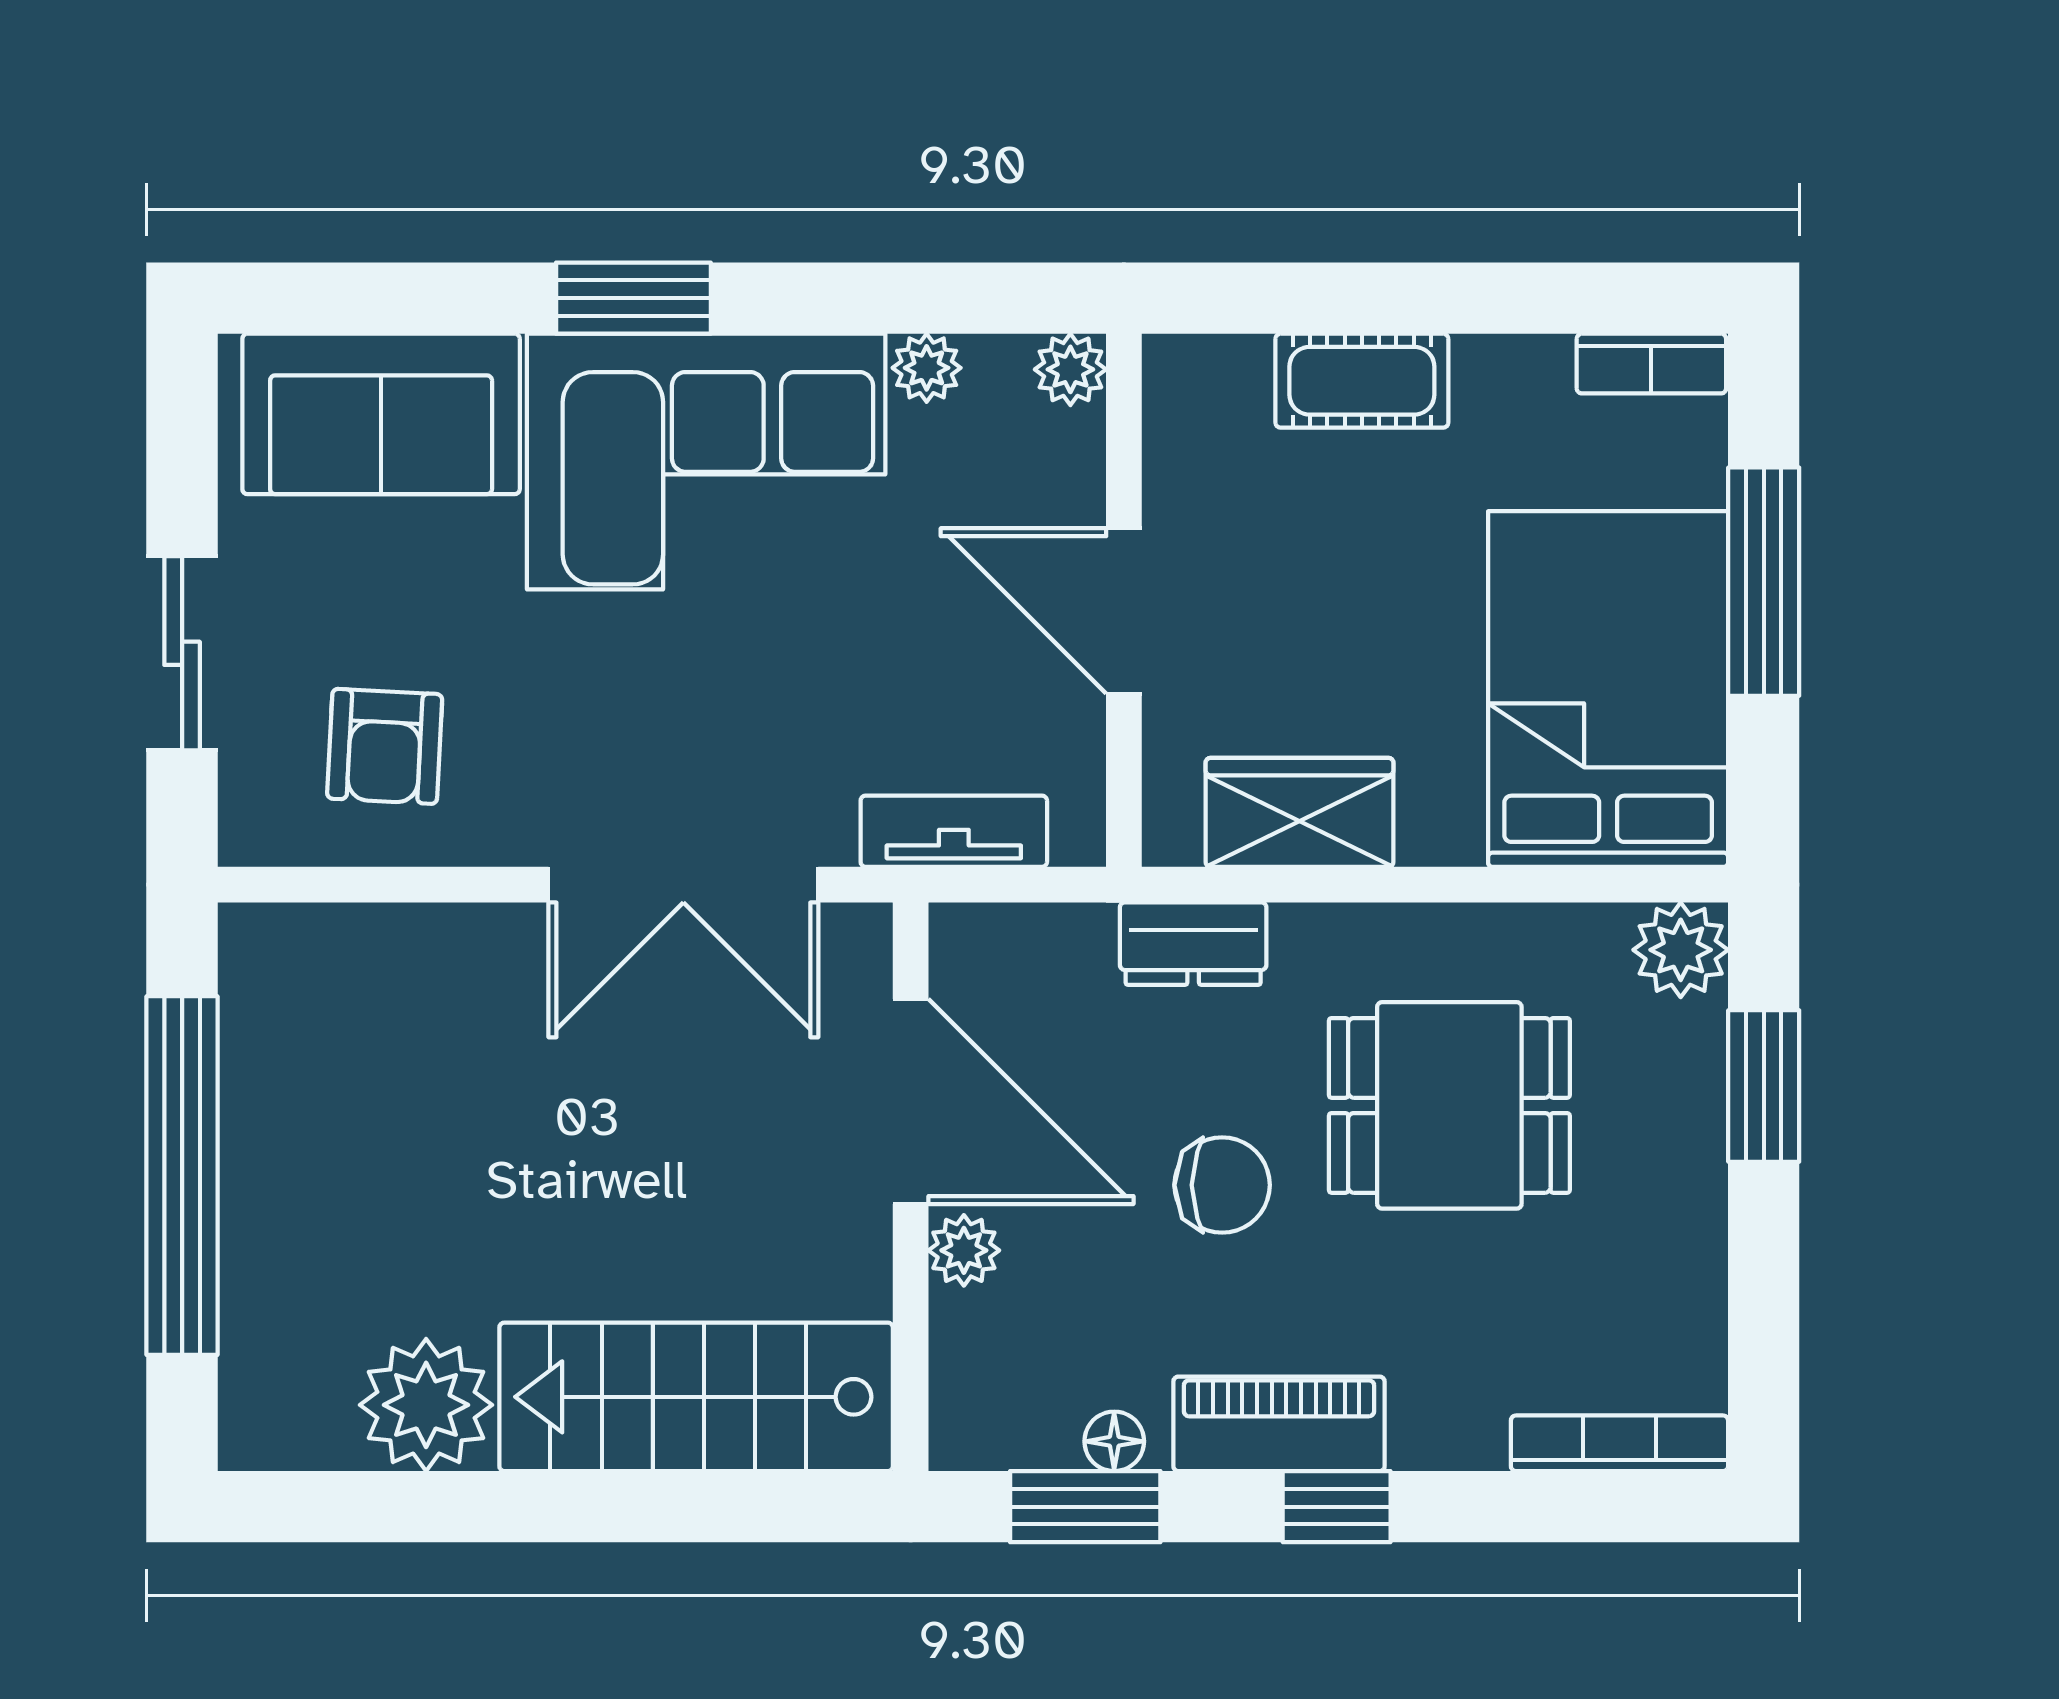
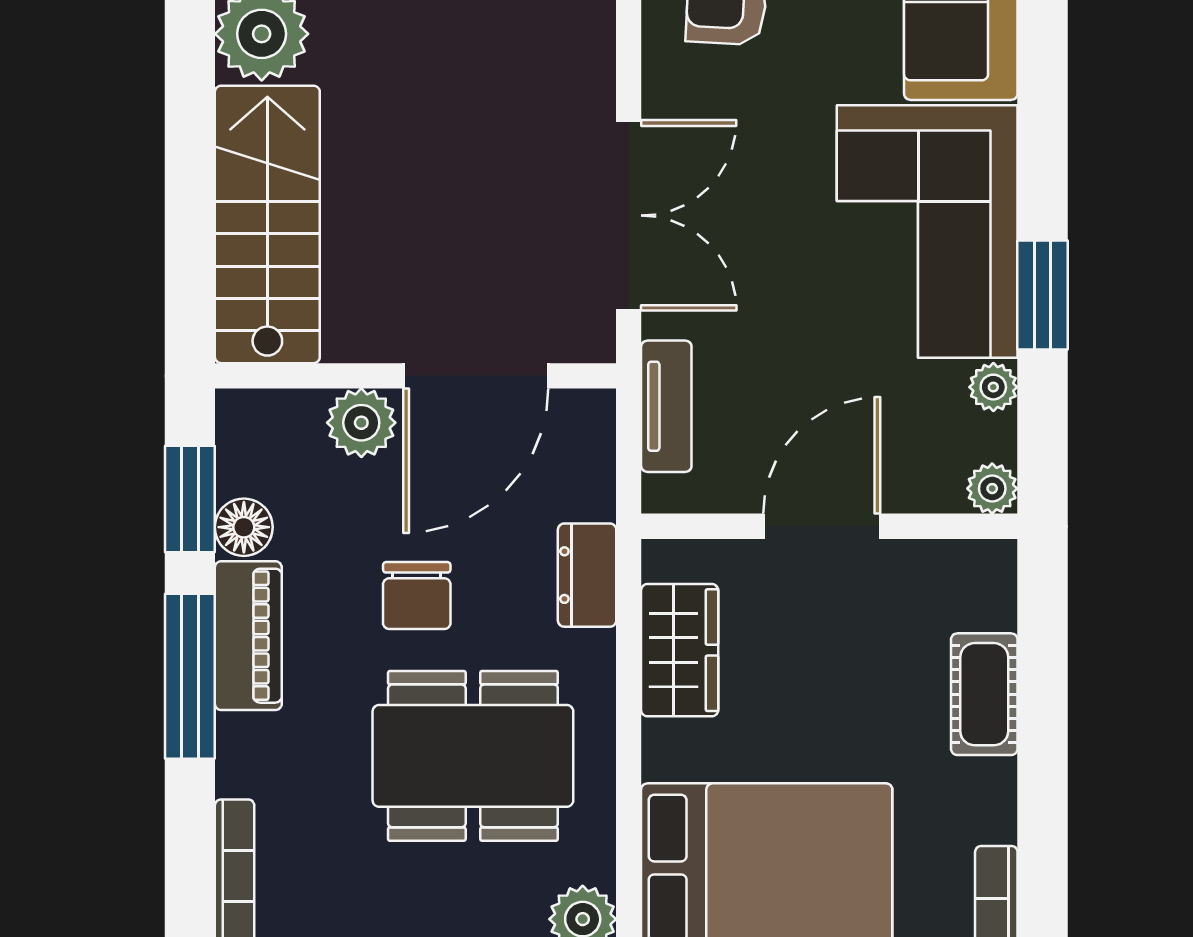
window: (633, 298) -> (1042, 295), moved
double door: (683, 885) -> (629, 215), swing flipped
dining table: (1449, 1105) -> (473, 756), width x1.38
plant: (964, 1250) -> (361, 423), width x1.38, depth x1.38
floor lamp: (1114, 1441) -> (244, 527), width x1.37, depth x1.37
window: (1337, 1507) -> (190, 676), width x2.17

